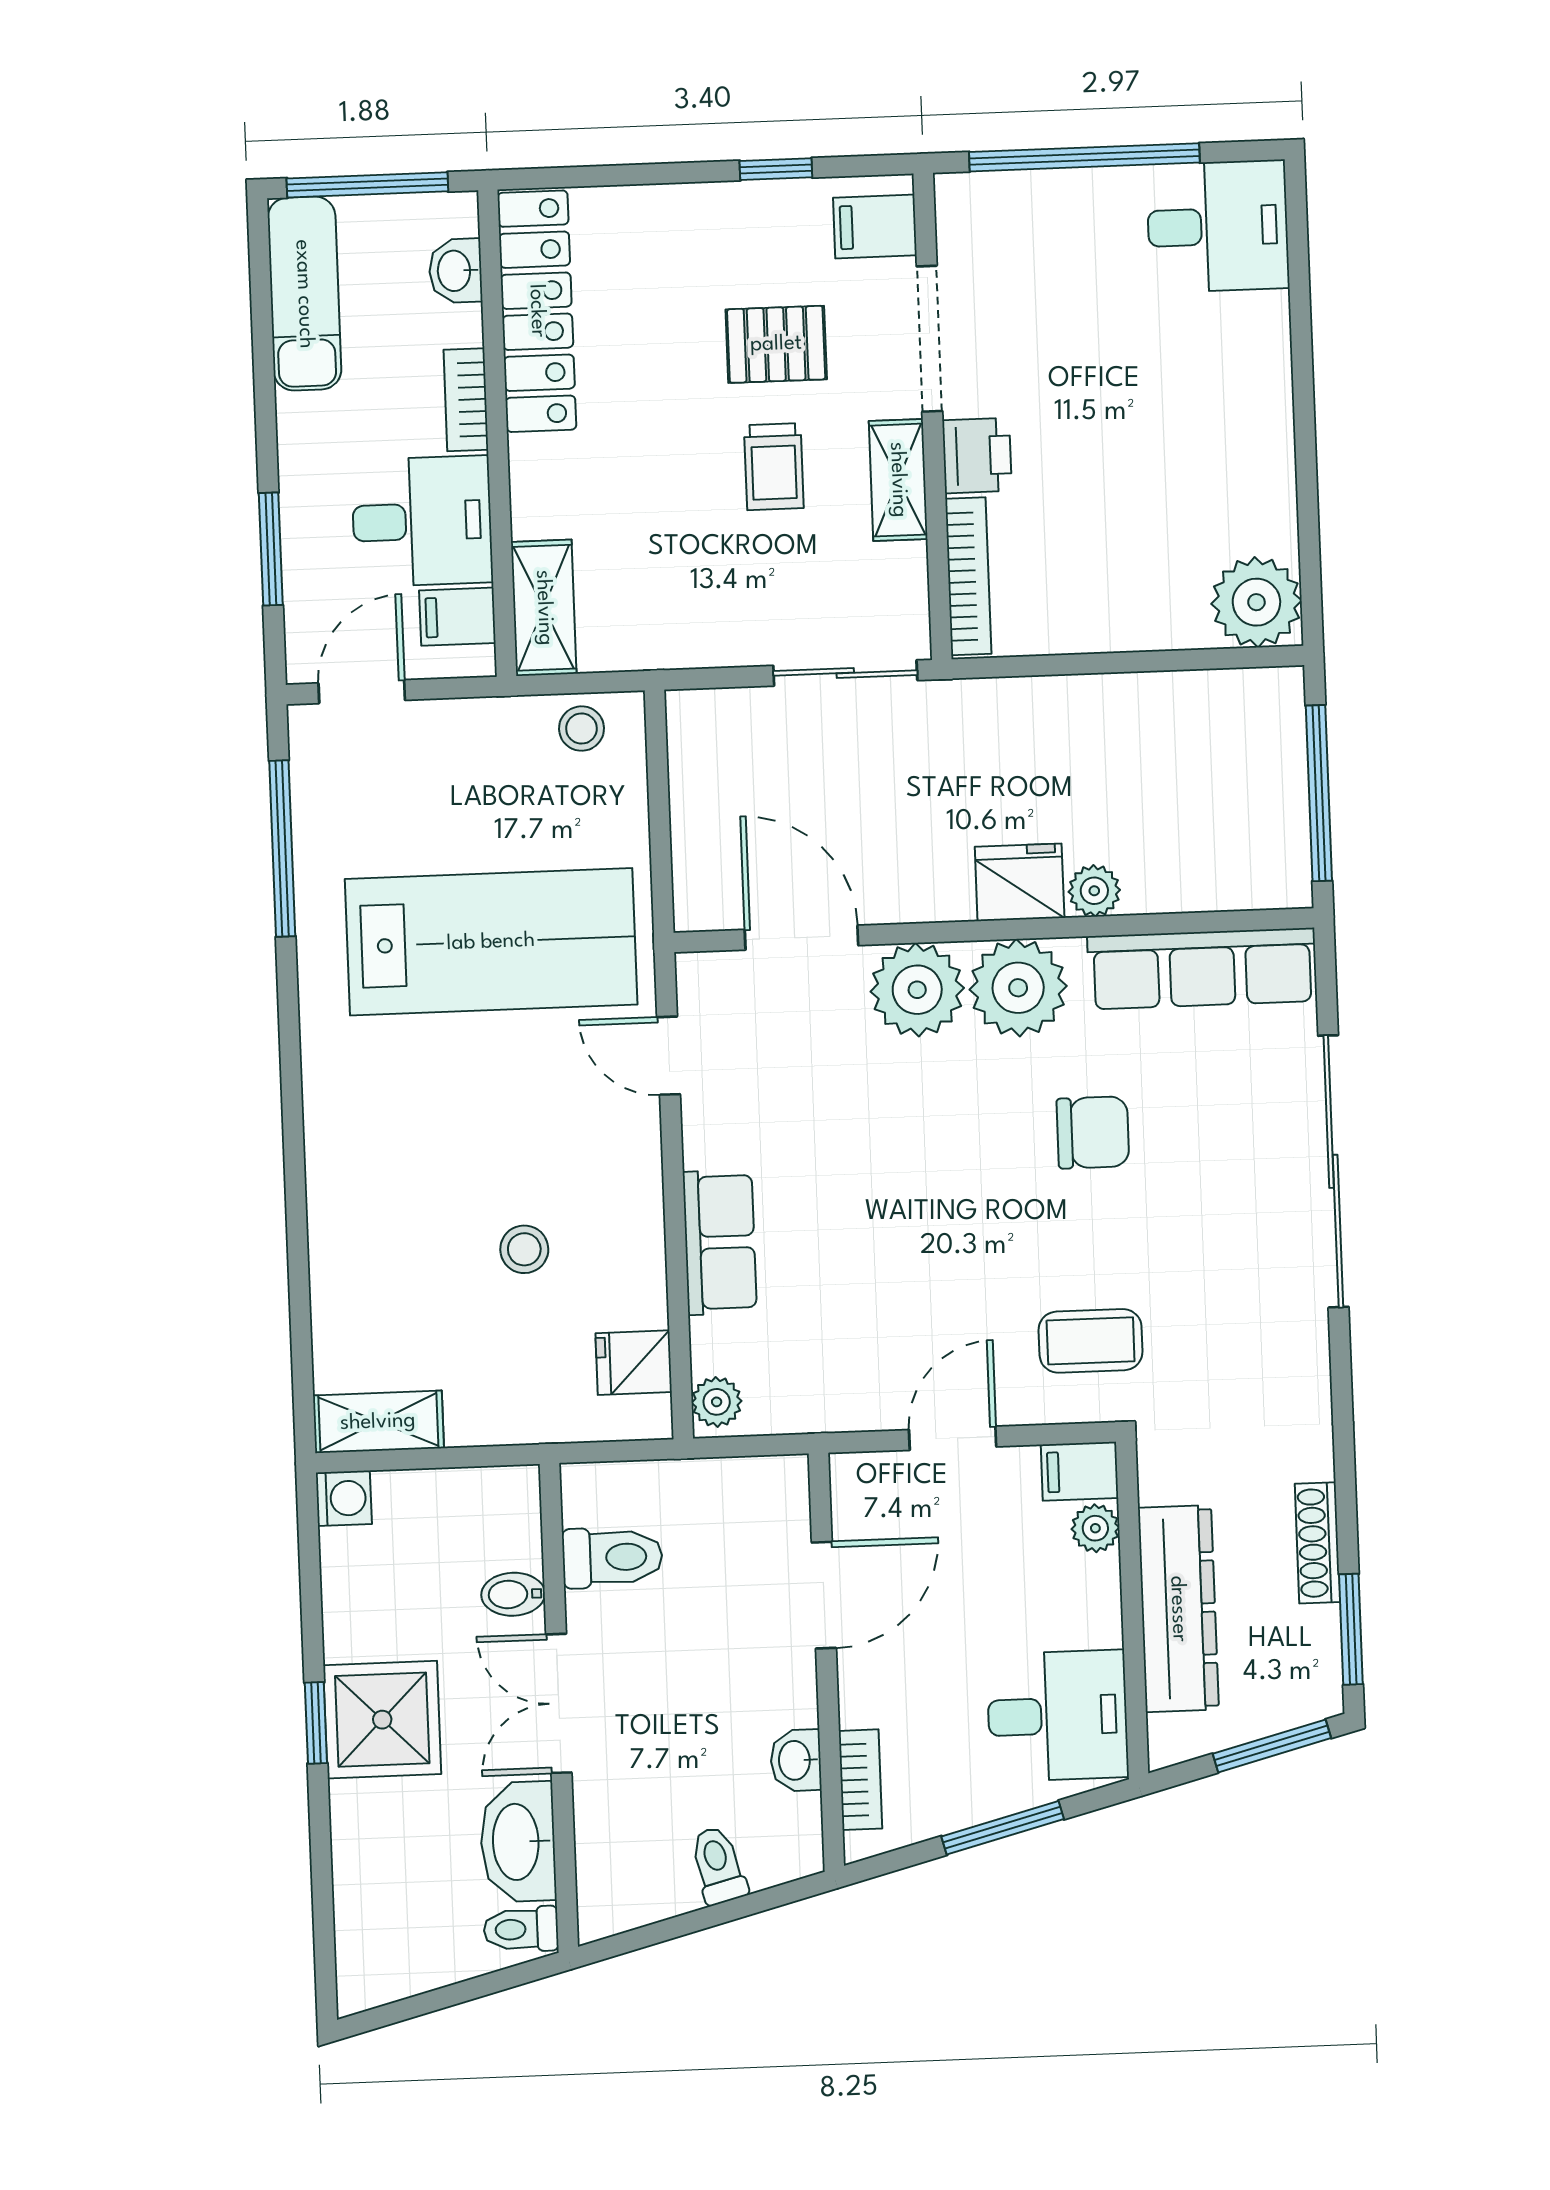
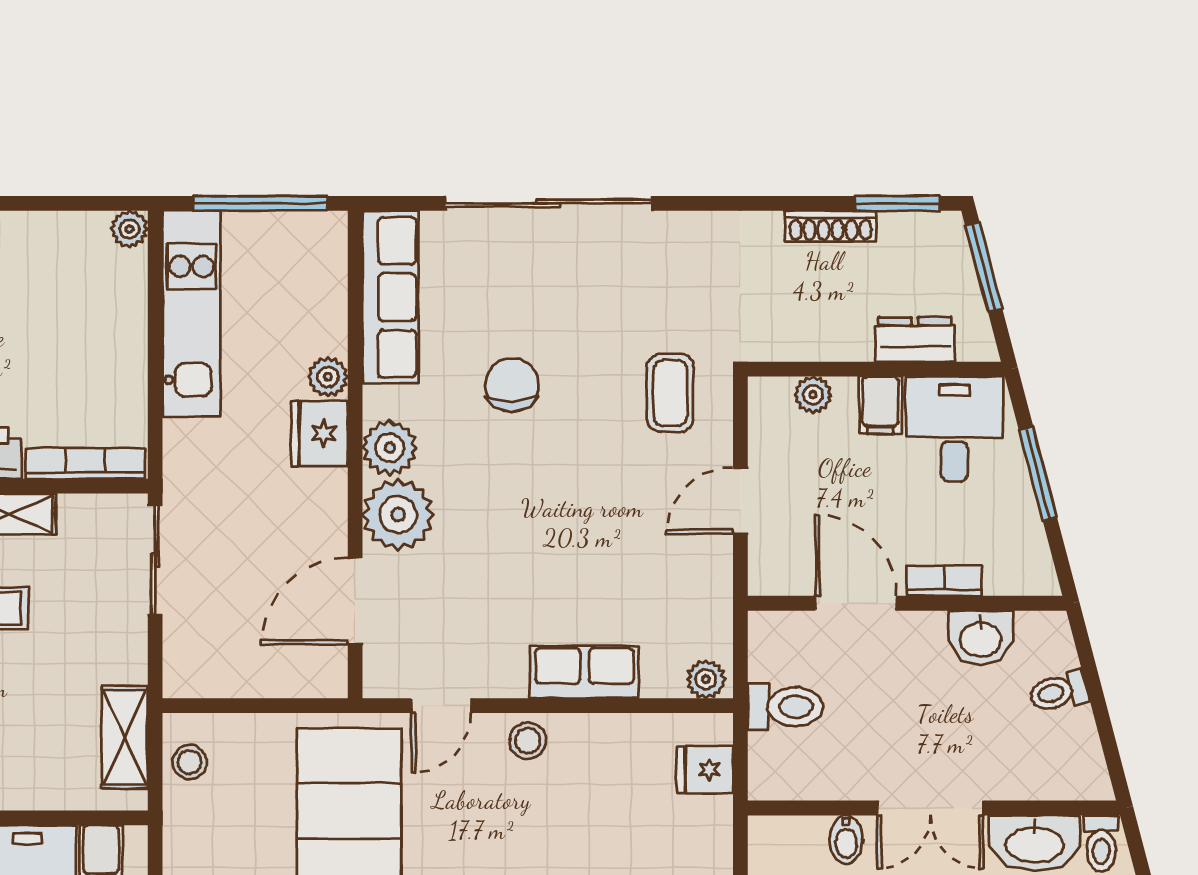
plant: (1256, 602) -> (129, 229), width x0.53, depth x0.53
shelving: (544, 608) -> (125, 737), moved, turned 90
kitchen unit: (1170, 708) -> (192, 314), added
plant: (1018, 988) -> (390, 448), width x0.73, depth x0.73
stool: (524, 1249) -> (528, 741), moved
fridge: (634, 1363) -> (705, 770), moved, turned 90
door: (953, 1438) -> (740, 501), hinge flipped
filing cabinet: (1080, 1471) -> (880, 405), moved
toilet: (612, 1557) -> (785, 707), moved, turned 90
dresser: (1178, 1609) -> (915, 339), width x0.51, depth x0.80
washbasin: (796, 1760) -> (981, 638), width x1.38, depth x1.45
bookcase: (860, 1780) -> (944, 581), moved

